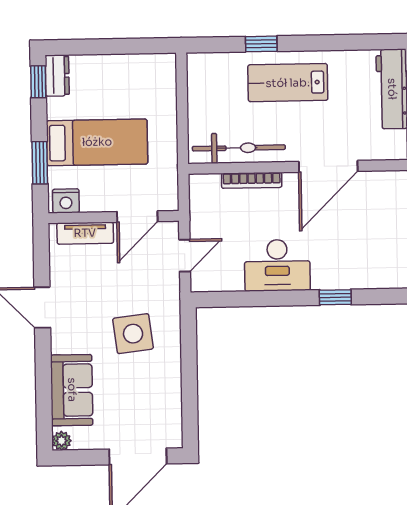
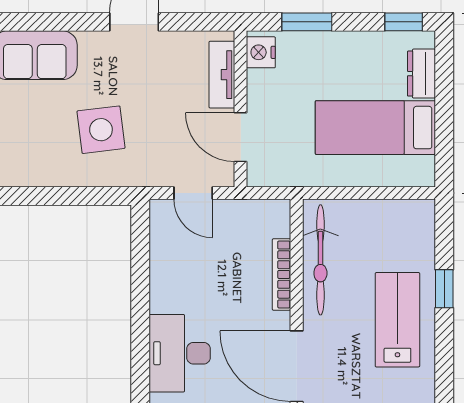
dresser: (57, 76) -> (421, 74), moved, turned 90
bed: (97, 142) -> (375, 128), moved, turned 90
desk: (277, 265) -> (180, 353), moved
window: (335, 297) -> (140, 372), removed

